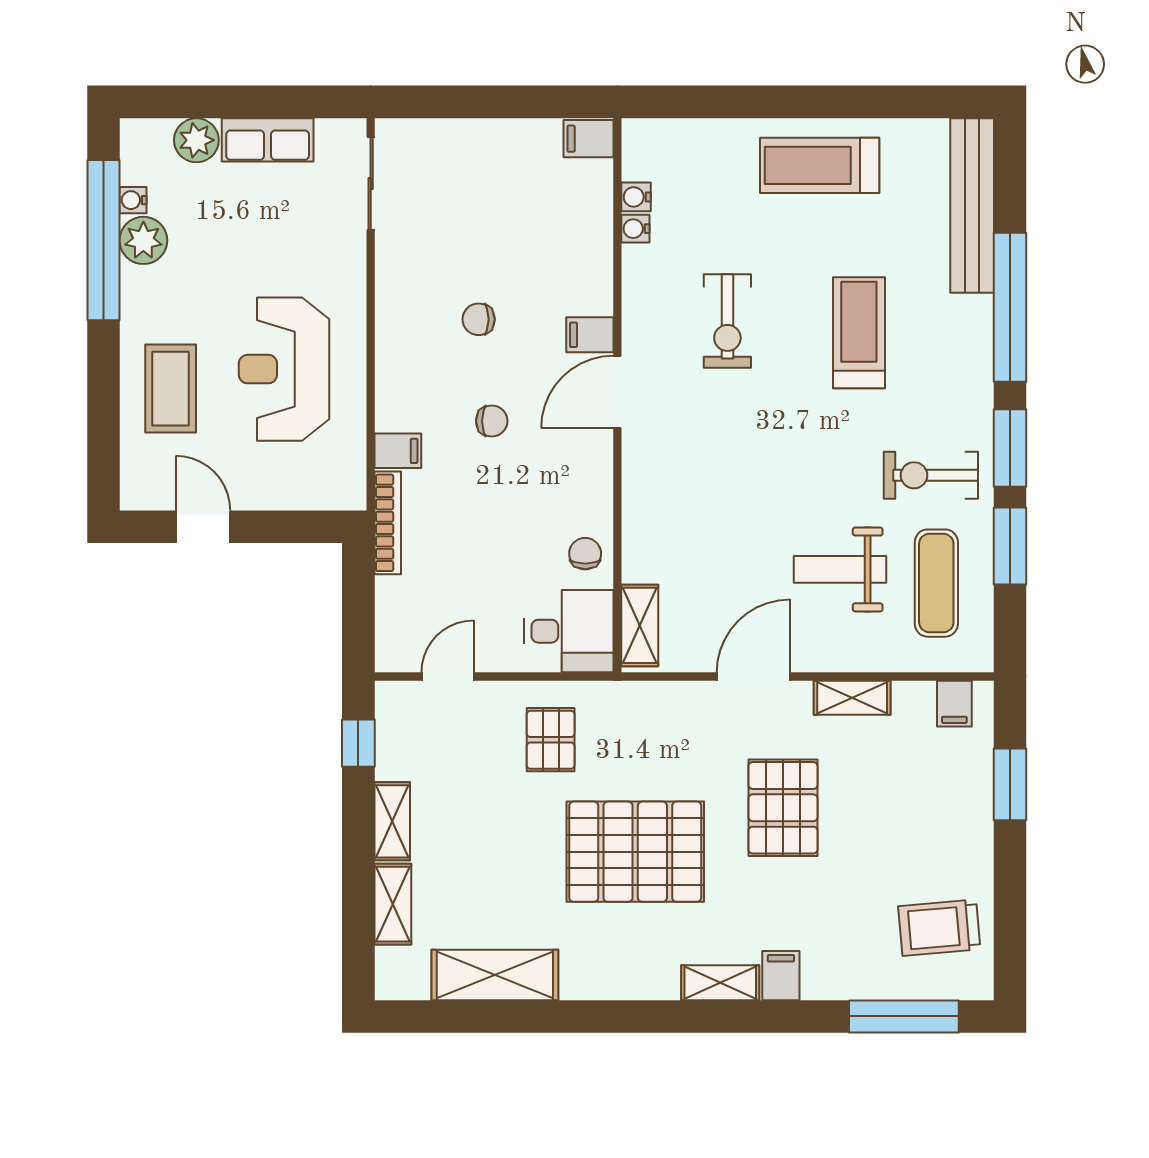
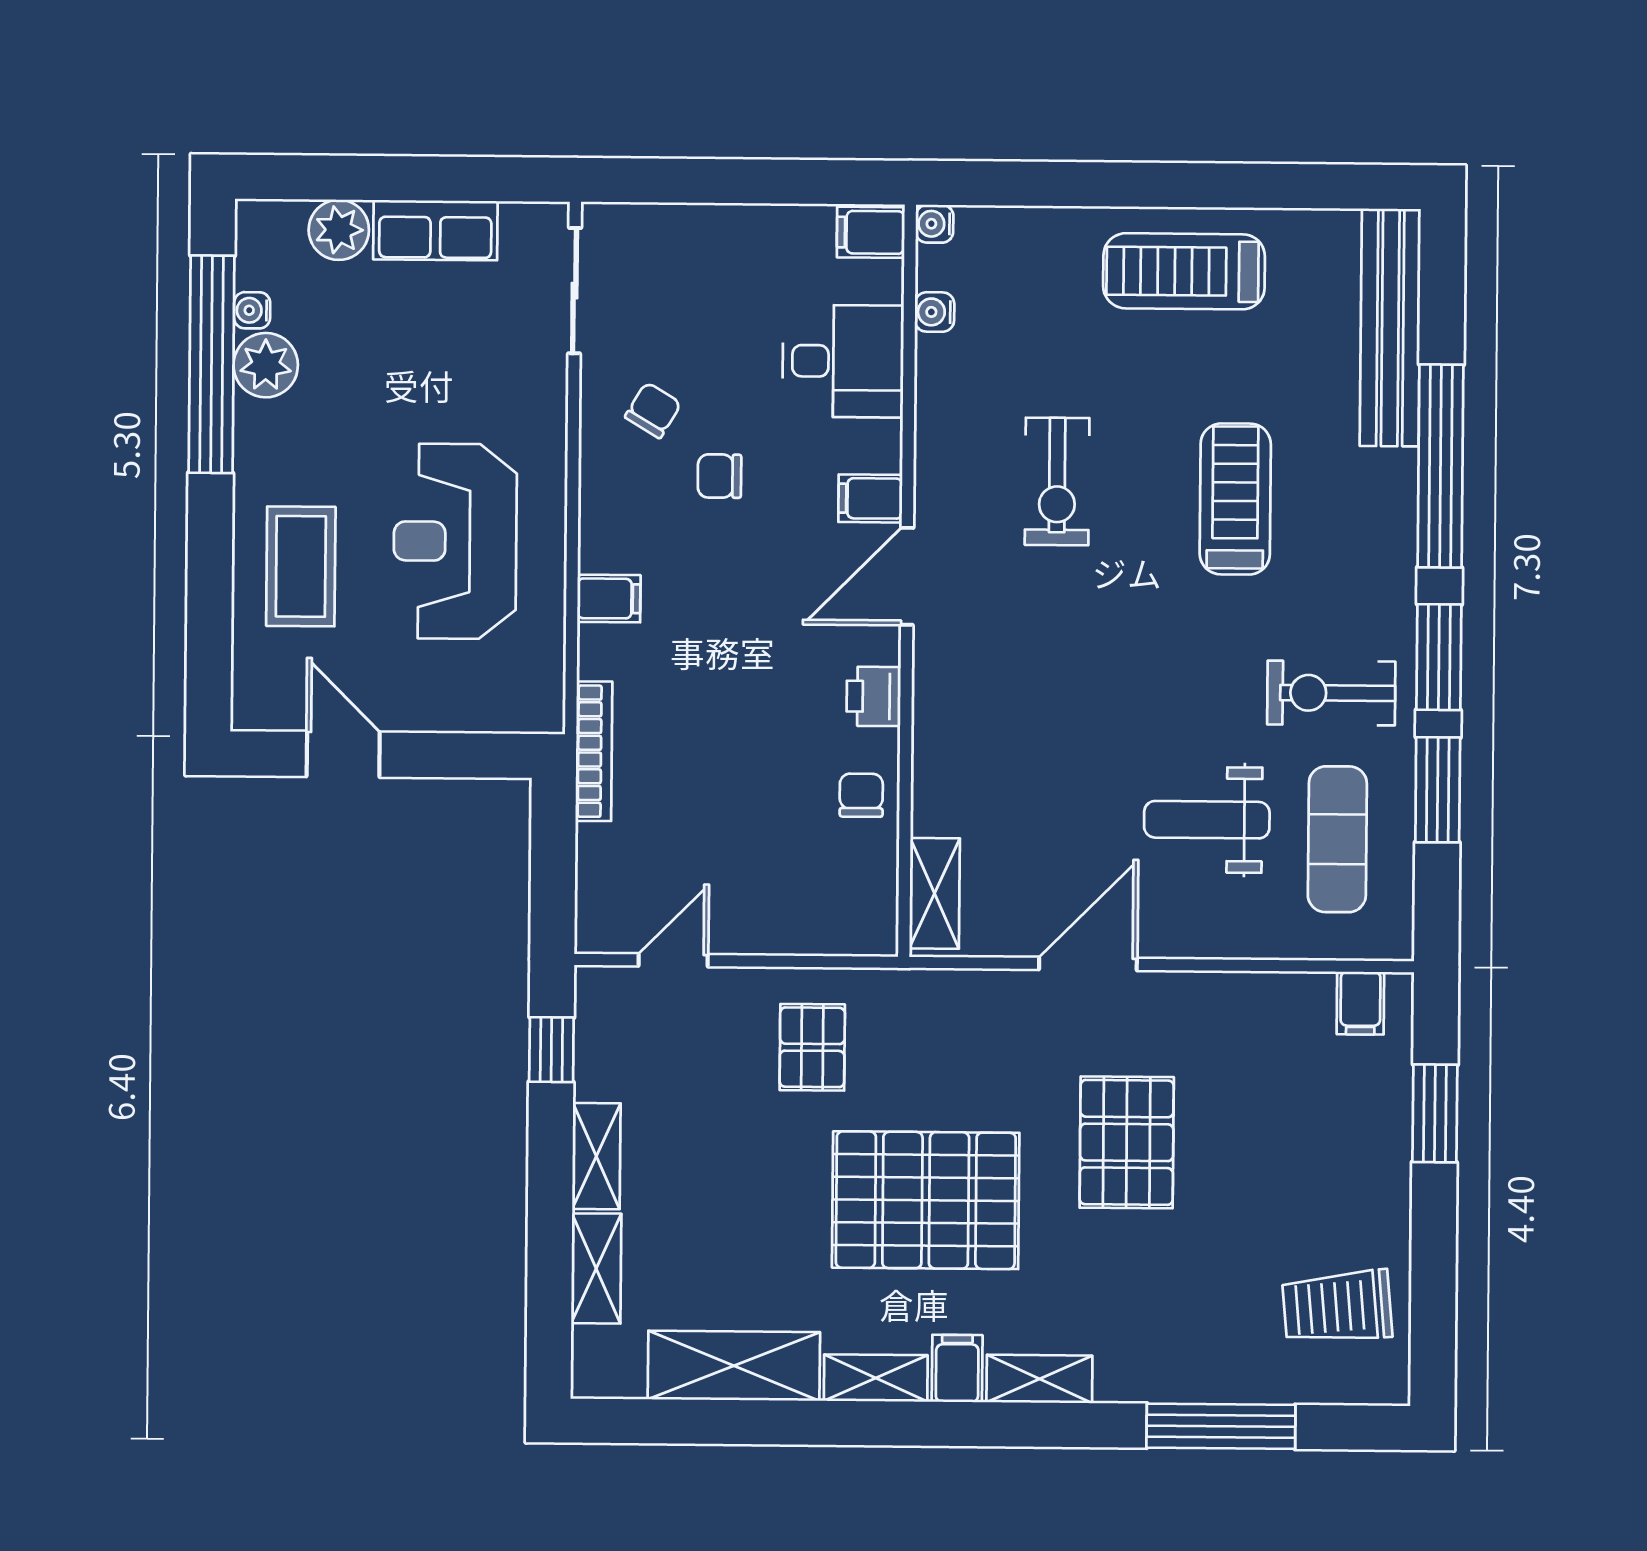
water cooler: (635, 229) -> (934, 224), moved
chair: (492, 421) -> (653, 410), moved, turned -59
filing cabinet: (398, 451) -> (609, 599), moved
printer: (594, 481) -> (874, 696), added
desk: (569, 631) -> (843, 361), moved
shelving: (852, 698) -> (876, 1378), moved
filing cabinet: (781, 976) -> (957, 1368), moved
window: (904, 1016) -> (1221, 1426), moved

